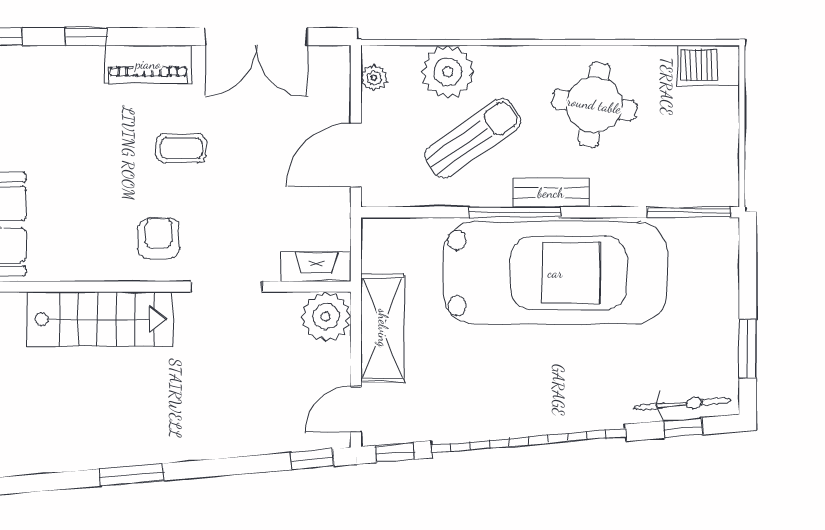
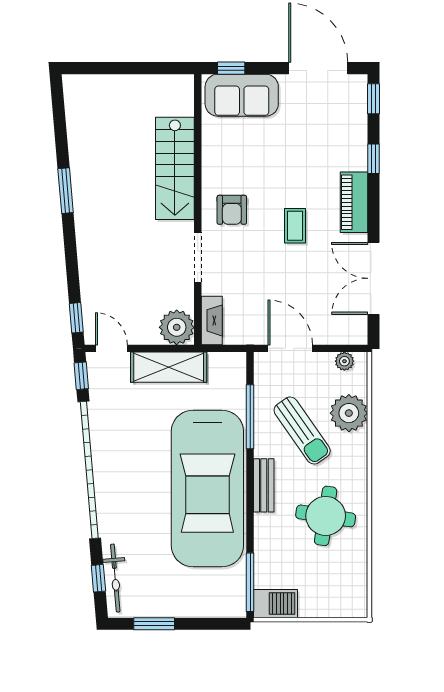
barbecue: (708, 65) -> (275, 604), moved, turned 90
window: (515, 212) -> (250, 417), moved
armchair: (159, 238) -> (232, 210), turned 90

